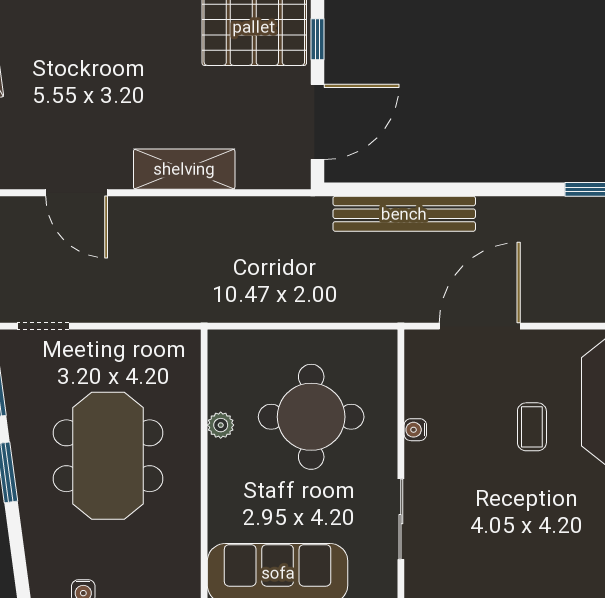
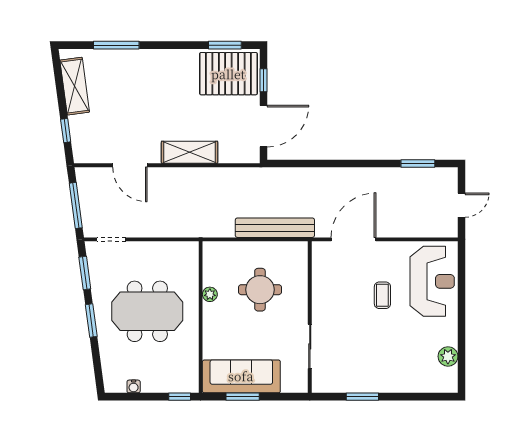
bench: (404, 214) -> (275, 228), moved
round table: (311, 417) -> (260, 290), width x0.73, depth x0.73
water cooler: (415, 430) -> (318, 297), removed
meeting table: (108, 456) -> (147, 311), turned 90

